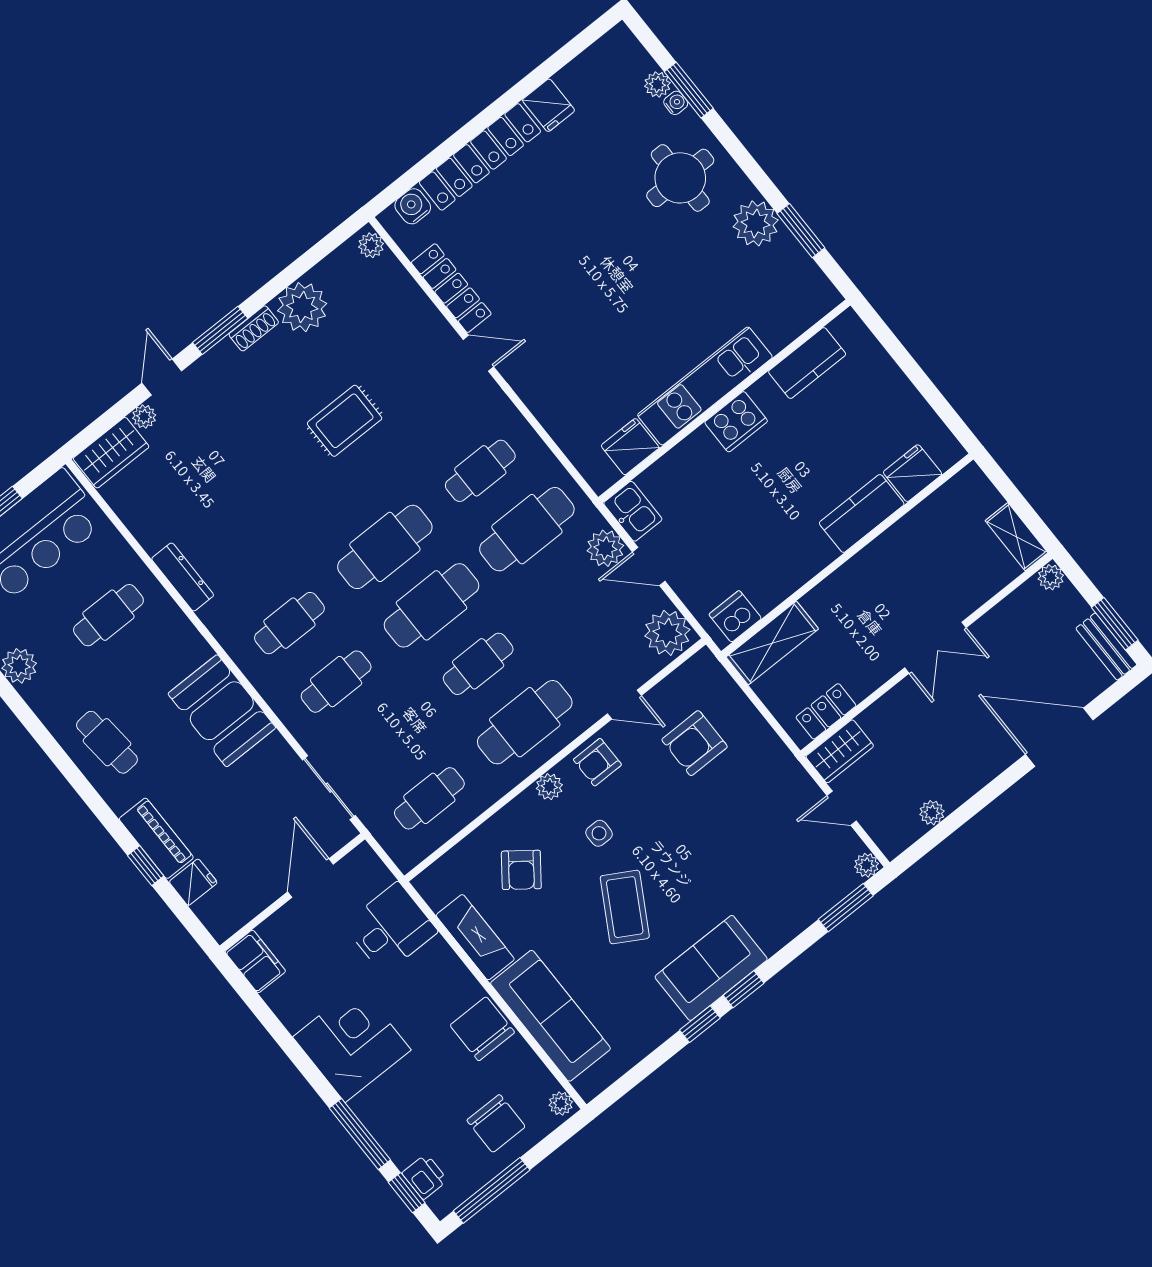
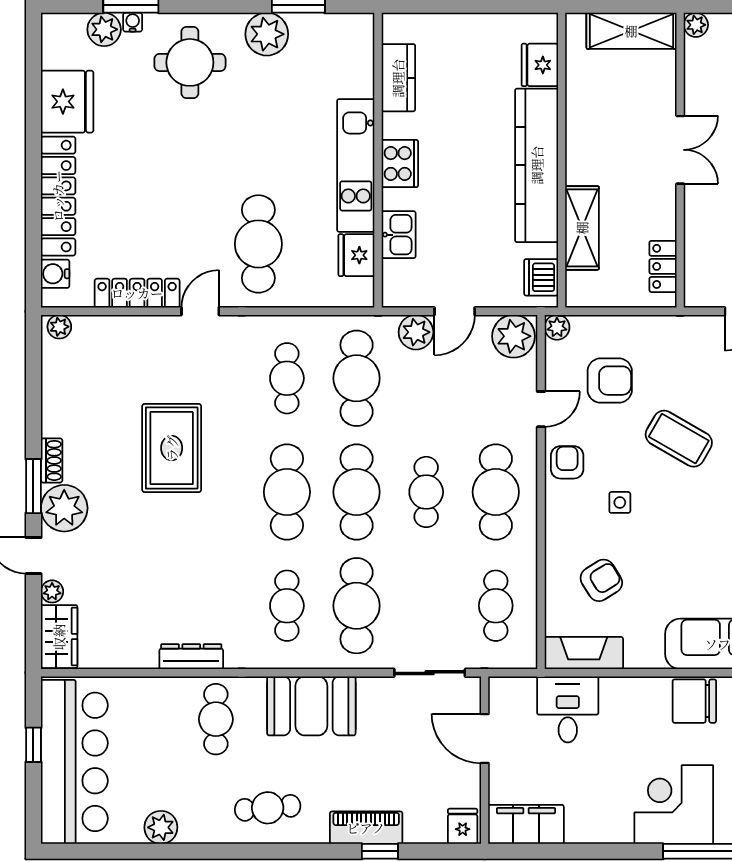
plant: (657, 85) -> (104, 29), width x1.38, depth x1.38
fridge: (549, 105) -> (67, 102), width x1.88, depth x1.34
plant: (302, 307) -> (64, 508), moved
cafe table: (574, 357) -> (258, 244), added
rug: (345, 421) -> (172, 448), width x1.36, depth x1.43
kitchen sink: (633, 511) -> (399, 235), moved, turned 90
kitchen counter: (862, 514) -> (537, 165), width x2.08, depth x1.17
shelving: (1016, 537) -> (631, 31), width x1.50, depth x1.33
cafe table: (108, 615) -> (216, 719), moved
shelving: (772, 643) -> (582, 228), moved
cafe table: (336, 682) -> (357, 606), width x1.37, depth x1.35
armchair: (695, 743) -> (610, 381), turned -90
wardrobe: (840, 751) -> (700, 280), removed
armchair: (597, 762) -> (567, 462), turned 180
plant: (549, 787) -> (557, 327), moved
armchair: (521, 870) -> (601, 580), turned -69
fridge: (193, 882) -> (463, 826), moved
coffee table: (625, 907) -> (679, 439), moved
fireplace: (475, 937) -> (584, 653), moved
filing cabinet: (255, 961) -> (526, 824), width x1.50, depth x1.17
corner desk: (352, 1043) -> (674, 805), moved

